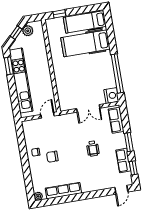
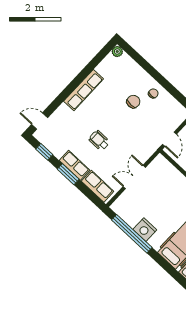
nightstand: (111, 96) -> (145, 230), moved
row of seats: (123, 160) -> (74, 165), moved
door: (121, 190) -> (40, 121), hinge flipped
row of seats: (63, 191) -> (84, 90), moved

